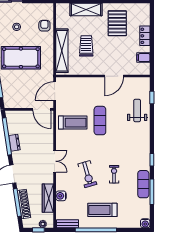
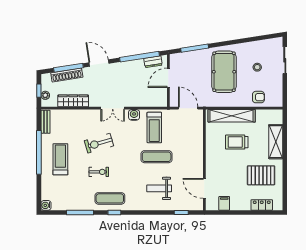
locker: (145, 36) -> (262, 205), moved
trolley: (86, 46) -> (237, 142), turned 180
door: (114, 76) -> (204, 188), moved
door: (42, 109) -> (168, 78), moved
weight bench: (137, 110) -> (159, 188), moved, turned 180
dresser: (14, 143) -> (153, 62), moved
exercise mat: (143, 184) -> (110, 198), moved
water cooler: (61, 196) -> (134, 115), moved

